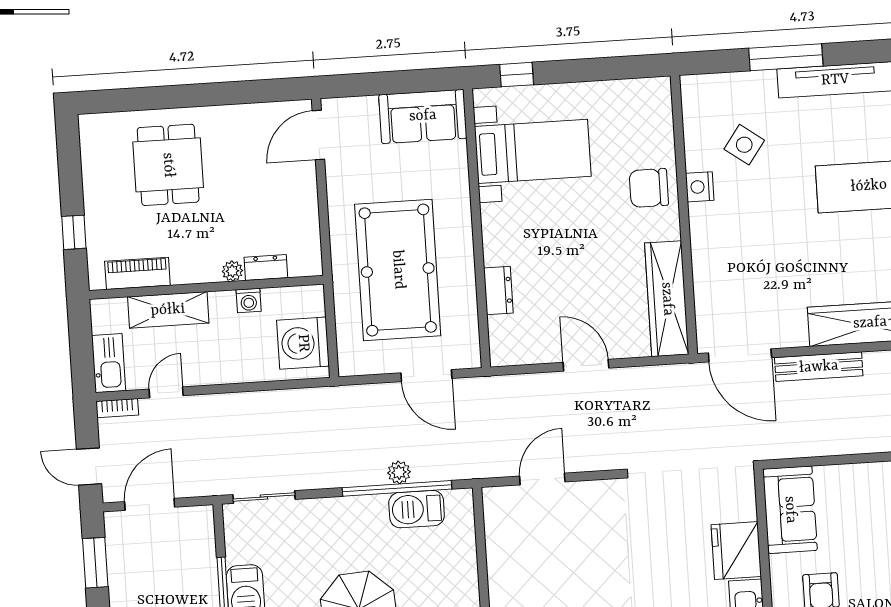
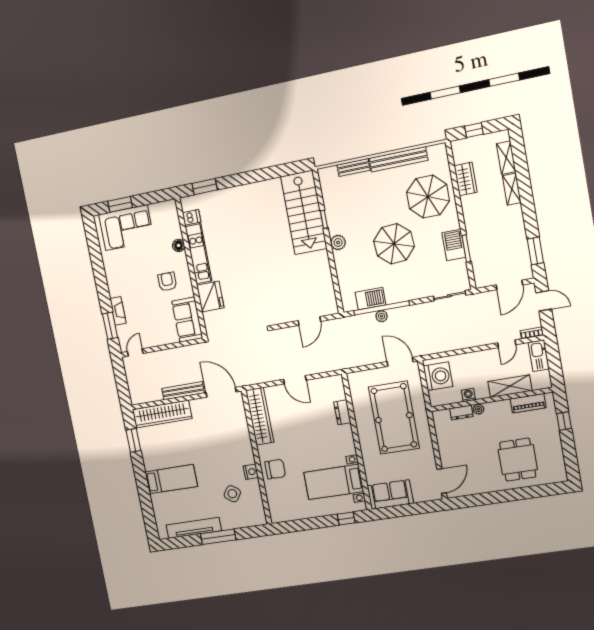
door: (426, 376) -> (400, 362), moved

